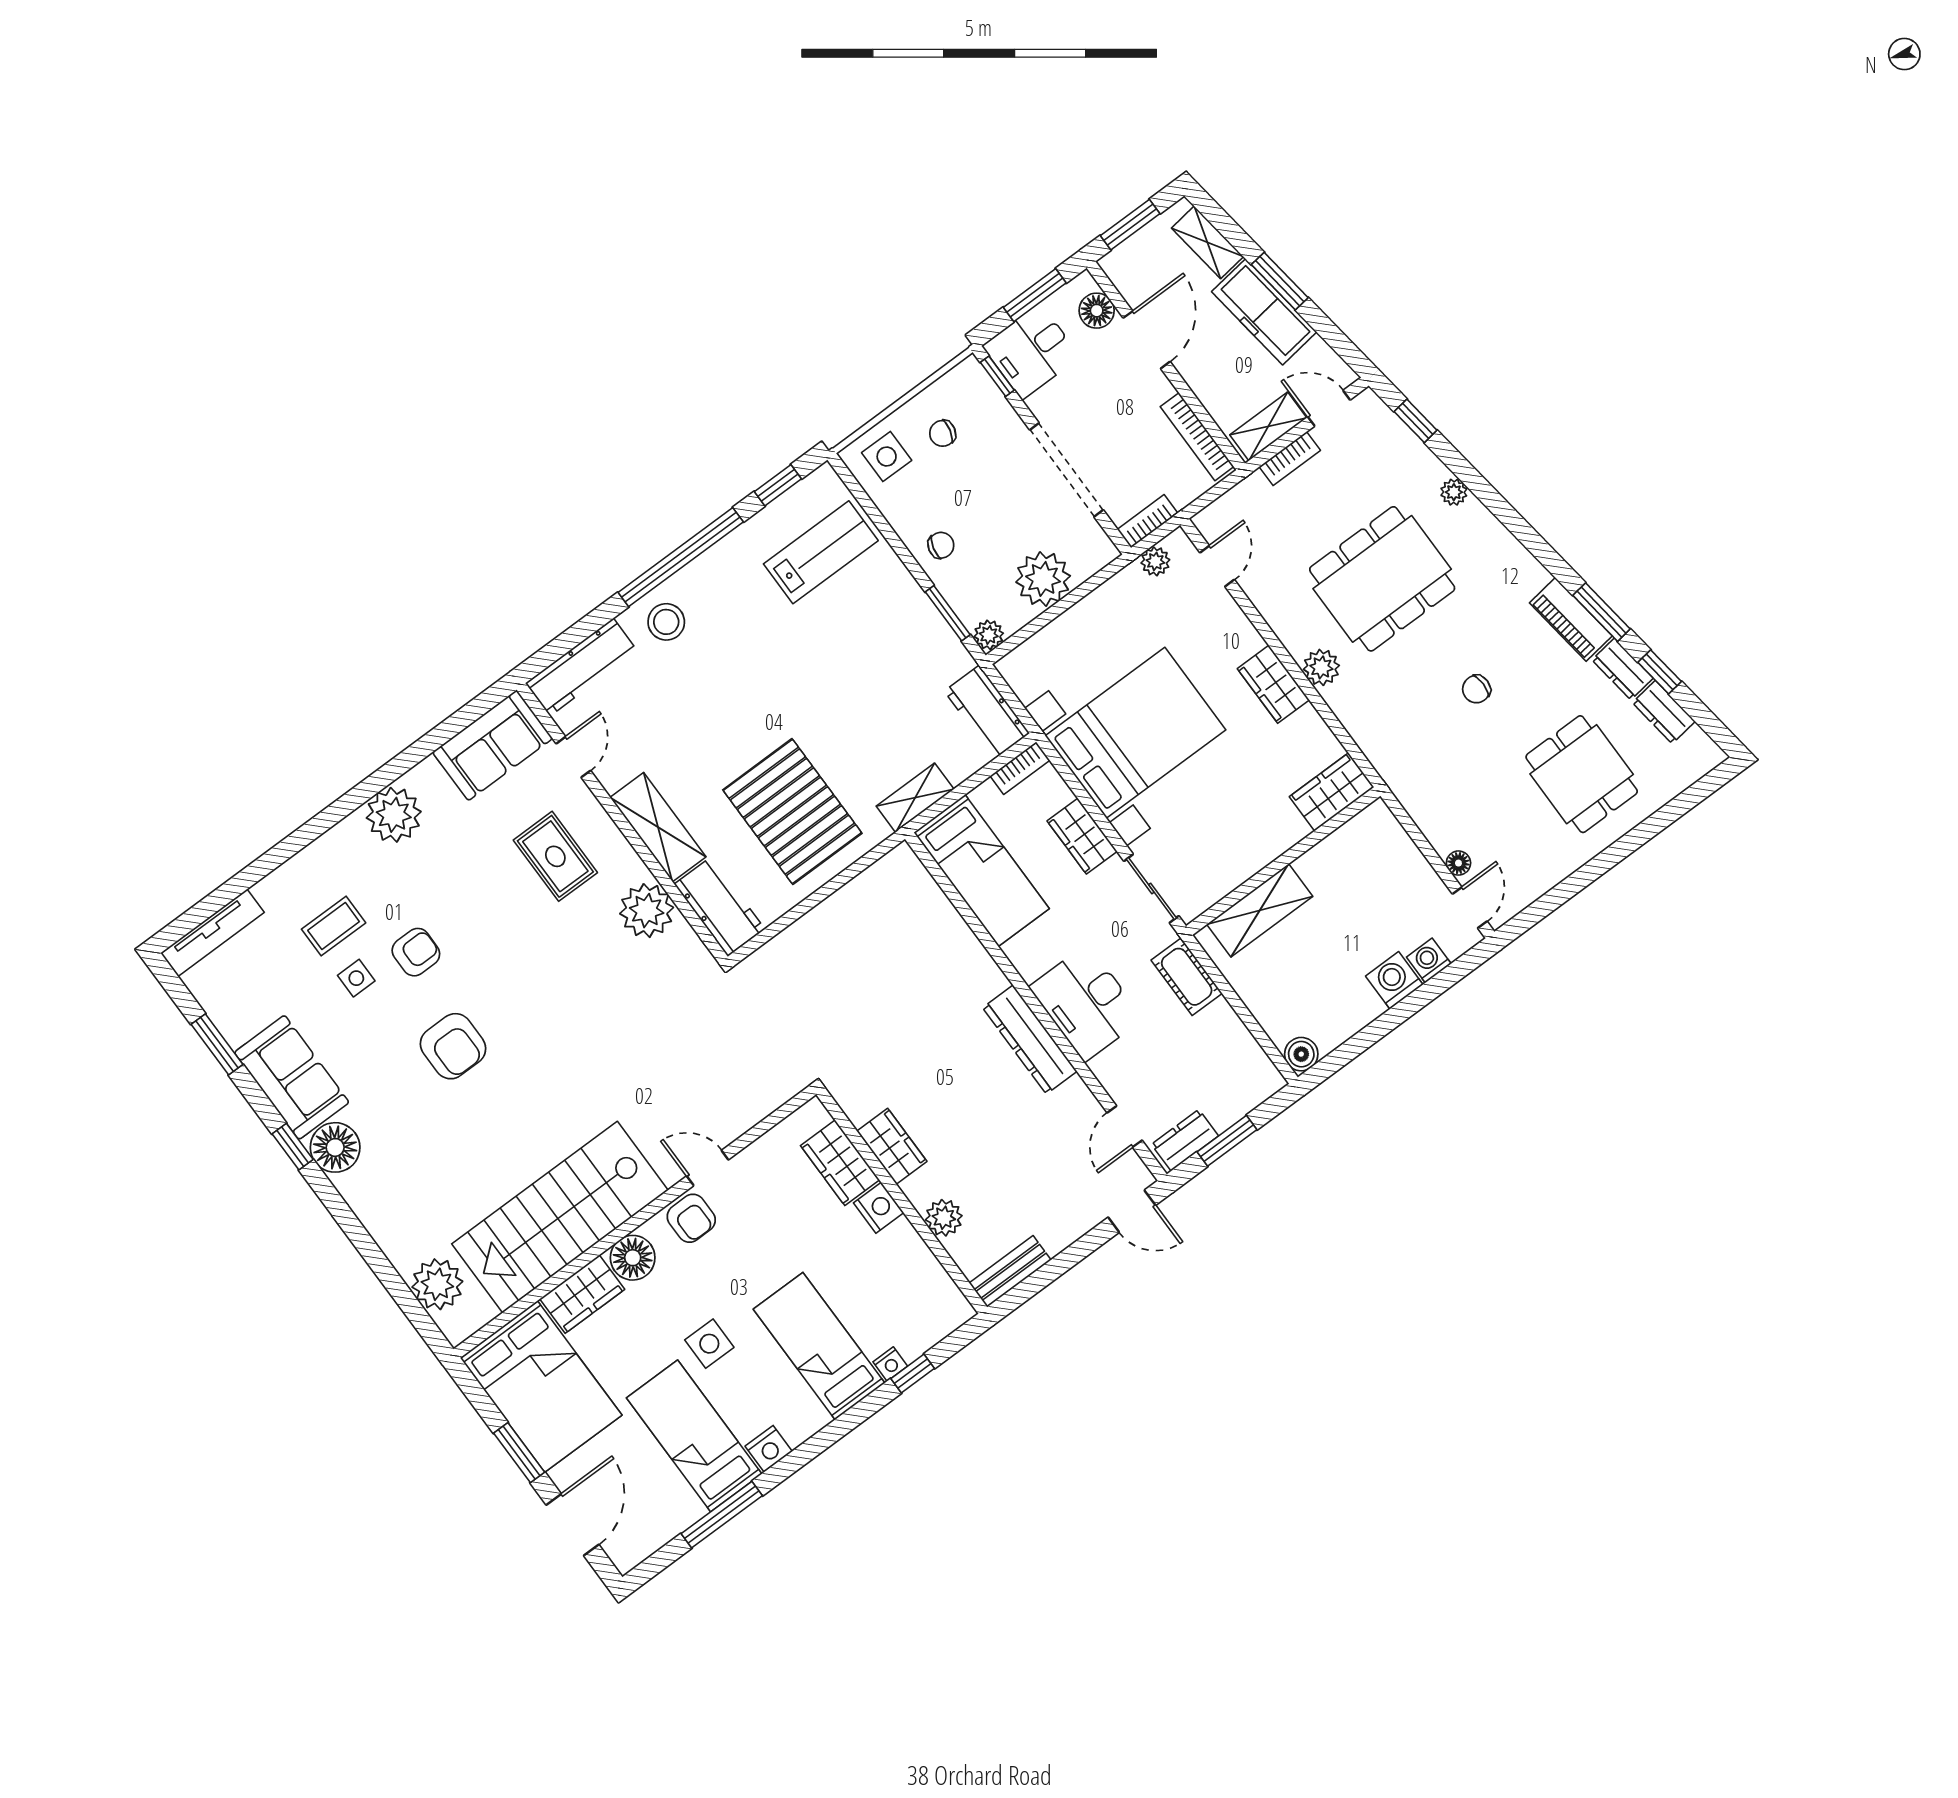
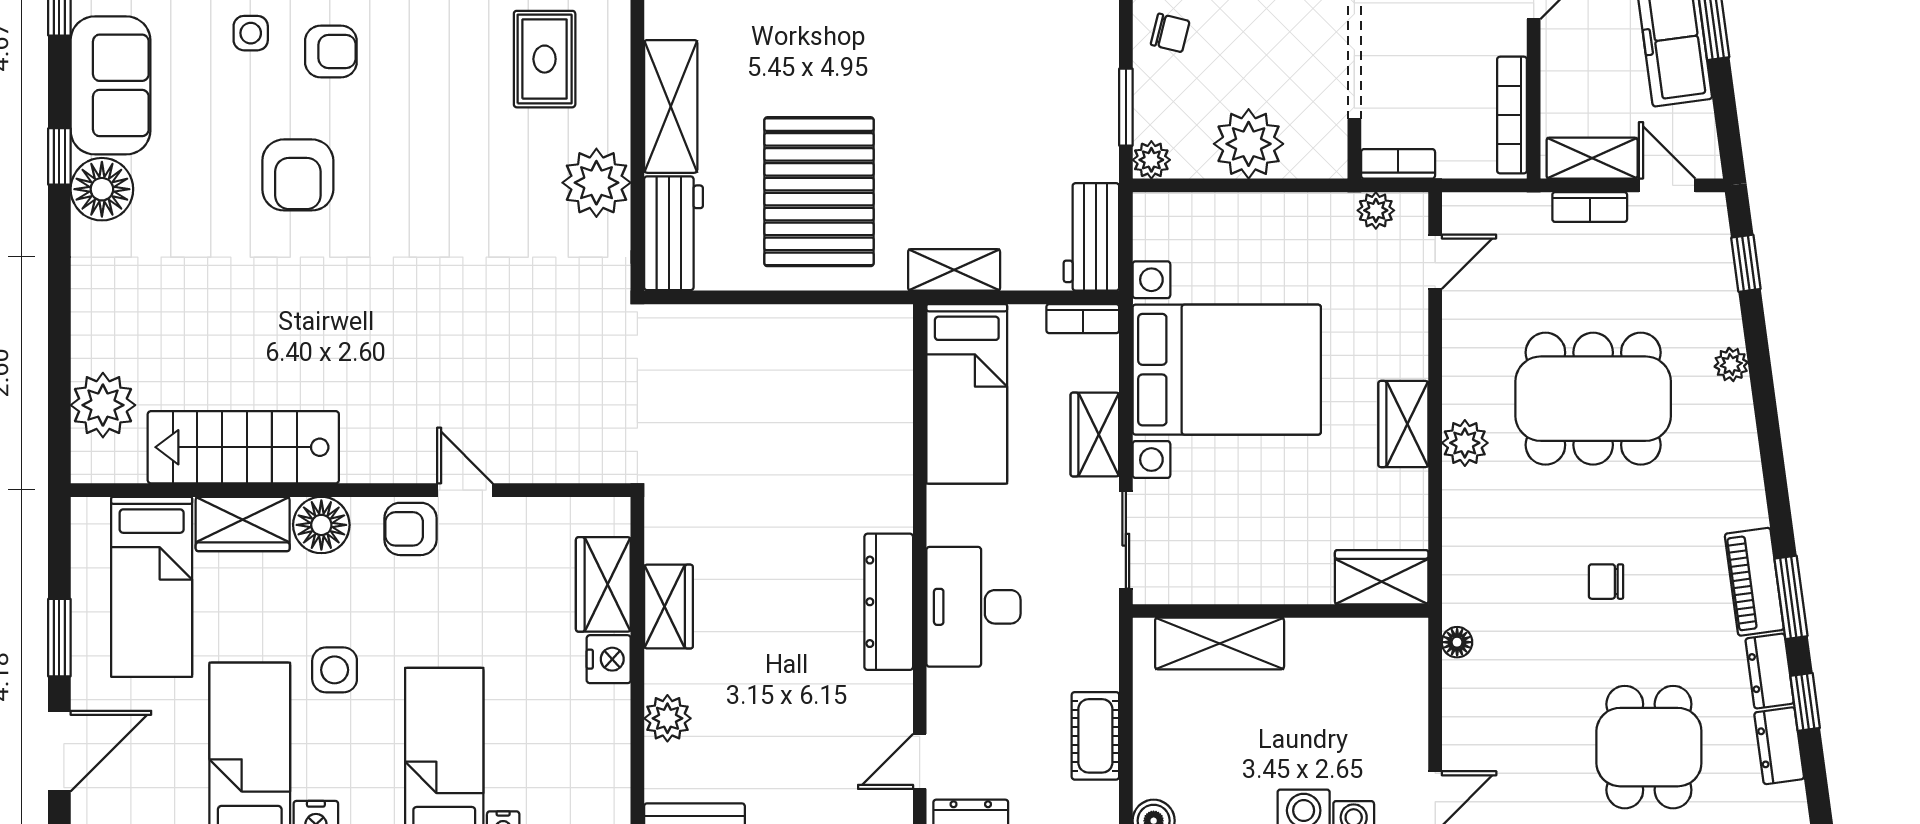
floor lamp: (1458, 863) -> (1457, 642), moved
cot: (1187, 977) -> (1095, 736), moved
stairs: (560, 1217) -> (243, 447), width x0.73, depth x0.66
armchair: (691, 1218) -> (410, 529), turned 90
bed: (541, 1386) -> (152, 587), width x0.67

